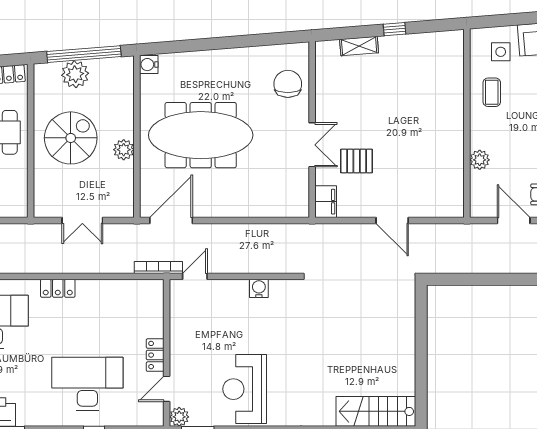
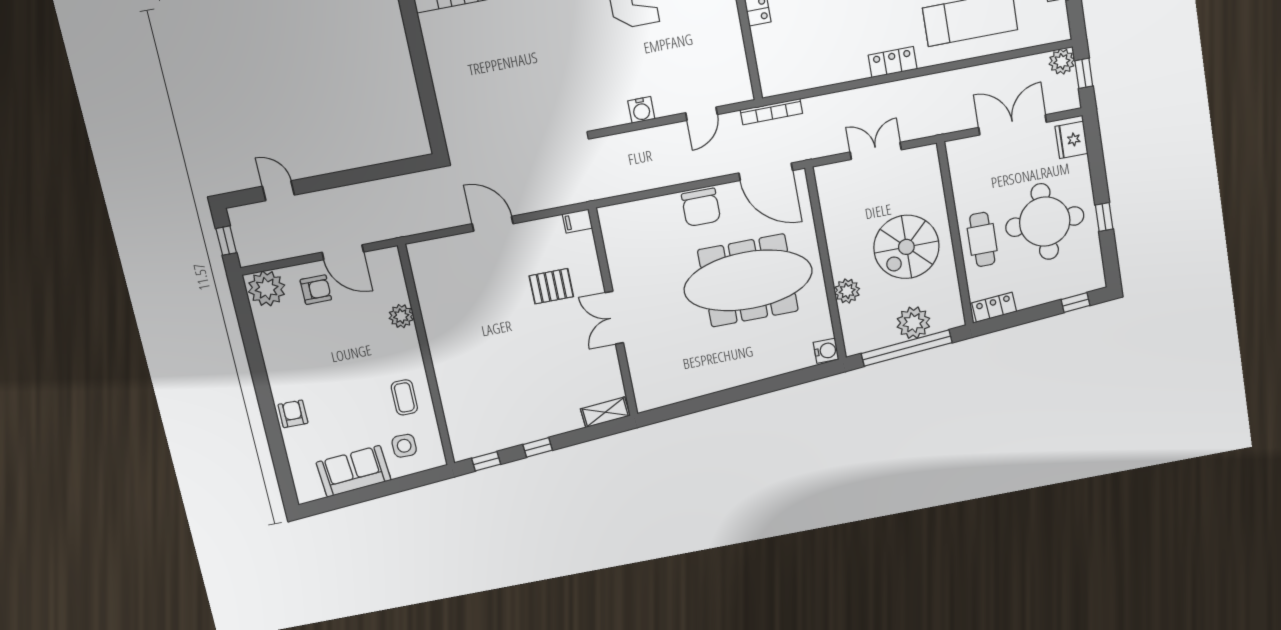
window: (438, 26) -> (486, 461), added
shelving: (359, 46) -> (605, 412), moved
chair: (288, 84) -> (701, 207), moved
double door: (312, 145) -> (614, 318), moved
plant: (124, 150) -> (847, 291), moved
filing cabinet: (326, 202) -> (577, 221), width x0.50
door: (171, 220) -> (766, 172), hinge flipped
door: (195, 276) -> (701, 114), moved

